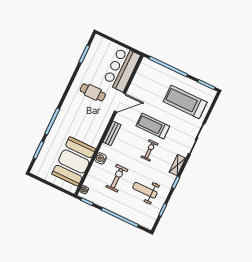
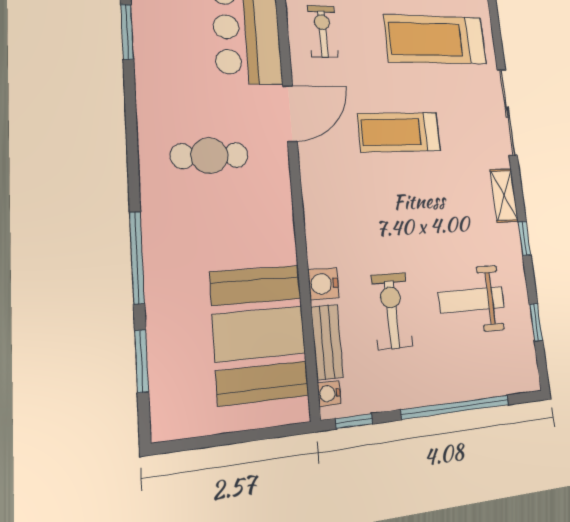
cafe table: (93, 92) -> (210, 156), moved
bench: (112, 133) -> (327, 342), moved
exercise bike: (150, 150) -> (323, 32), moved

